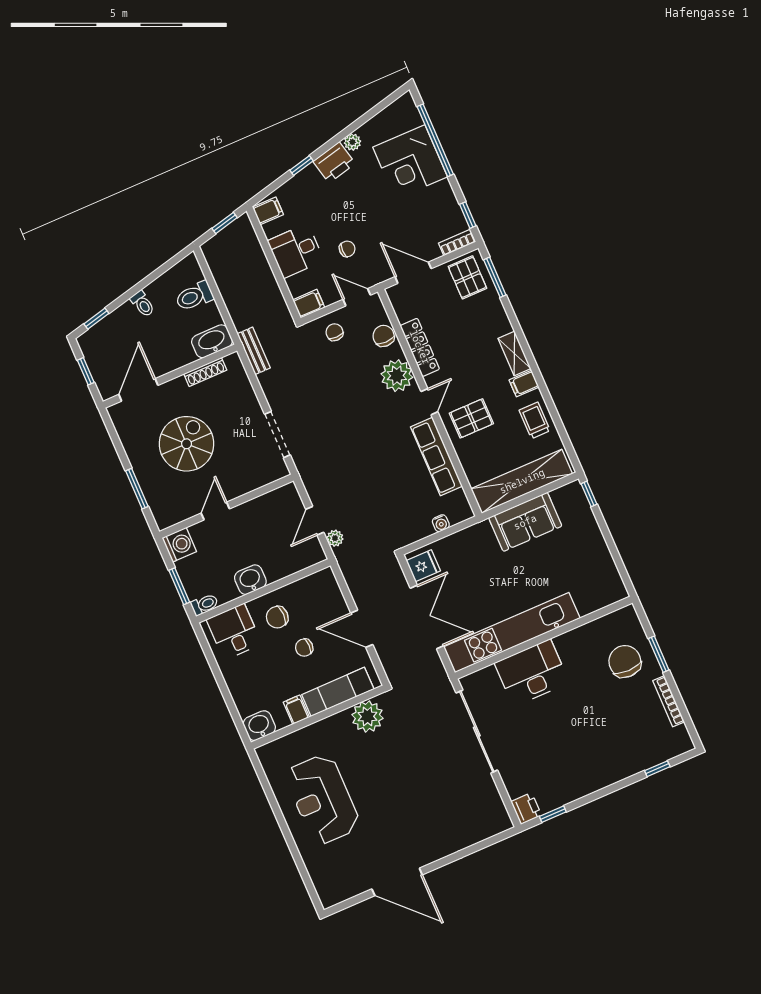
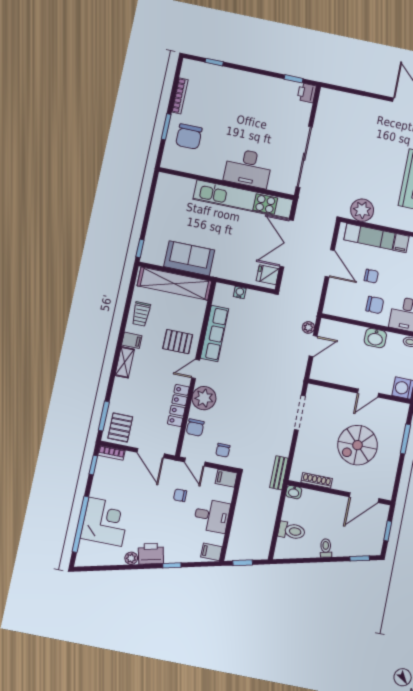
washbasin: (212, 341) -> (294, 492), width x0.52, depth x0.69

